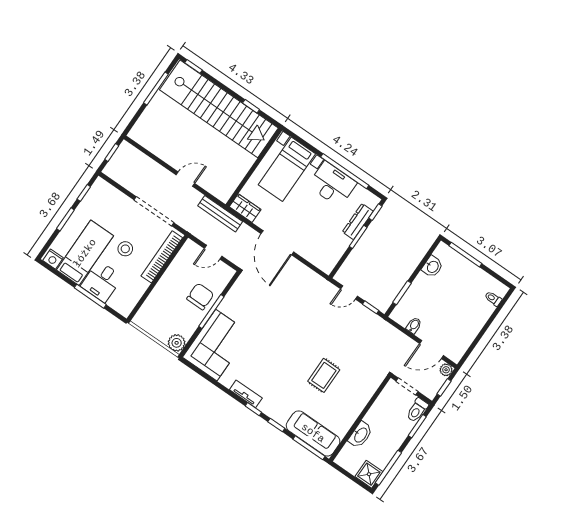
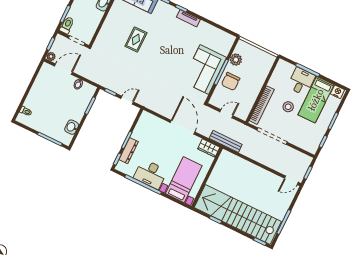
door: (185, 179) -> (291, 180), moved
plant: (177, 343) -> (236, 60), moved
corner sofa: (216, 345) -> (204, 69), moved

